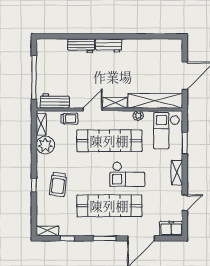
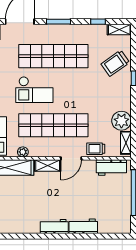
checkout: (127, 174) -> (34, 90), turned 180
trolley: (58, 184) -> (115, 63), moved, turned -132

